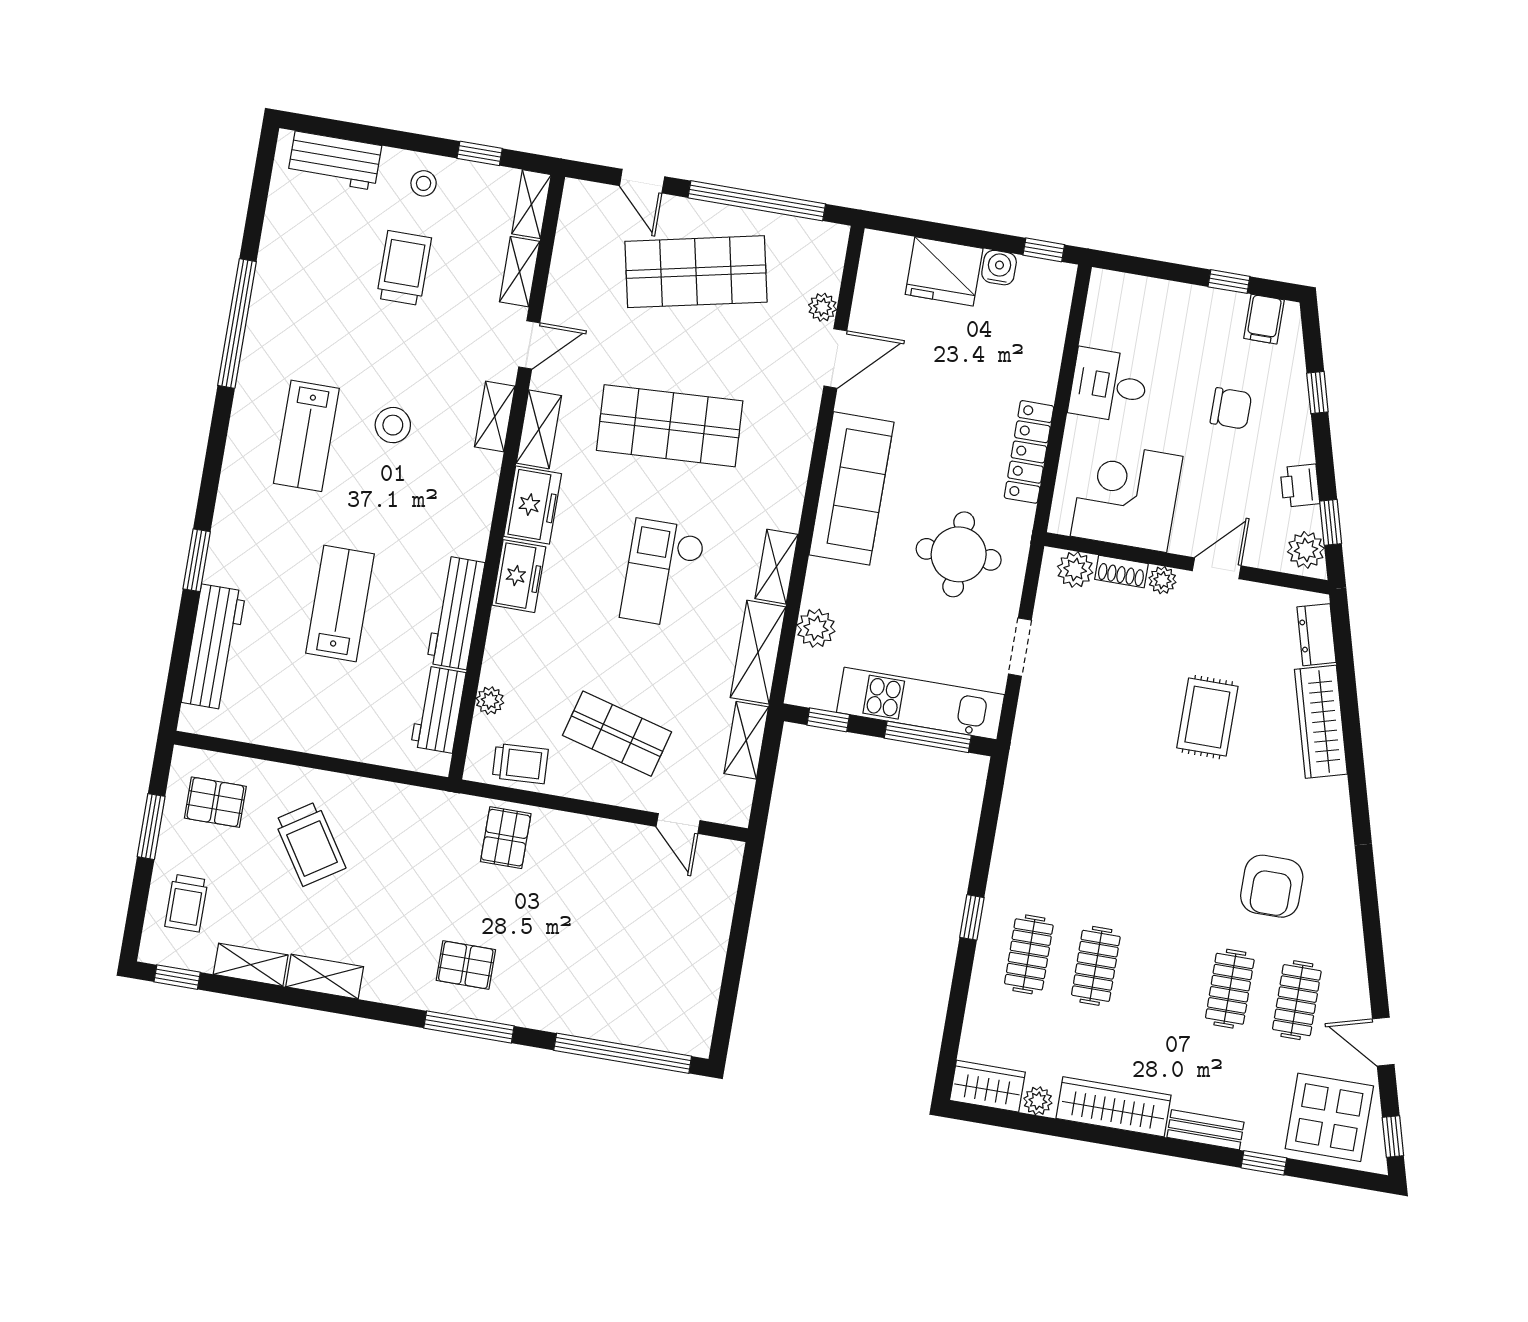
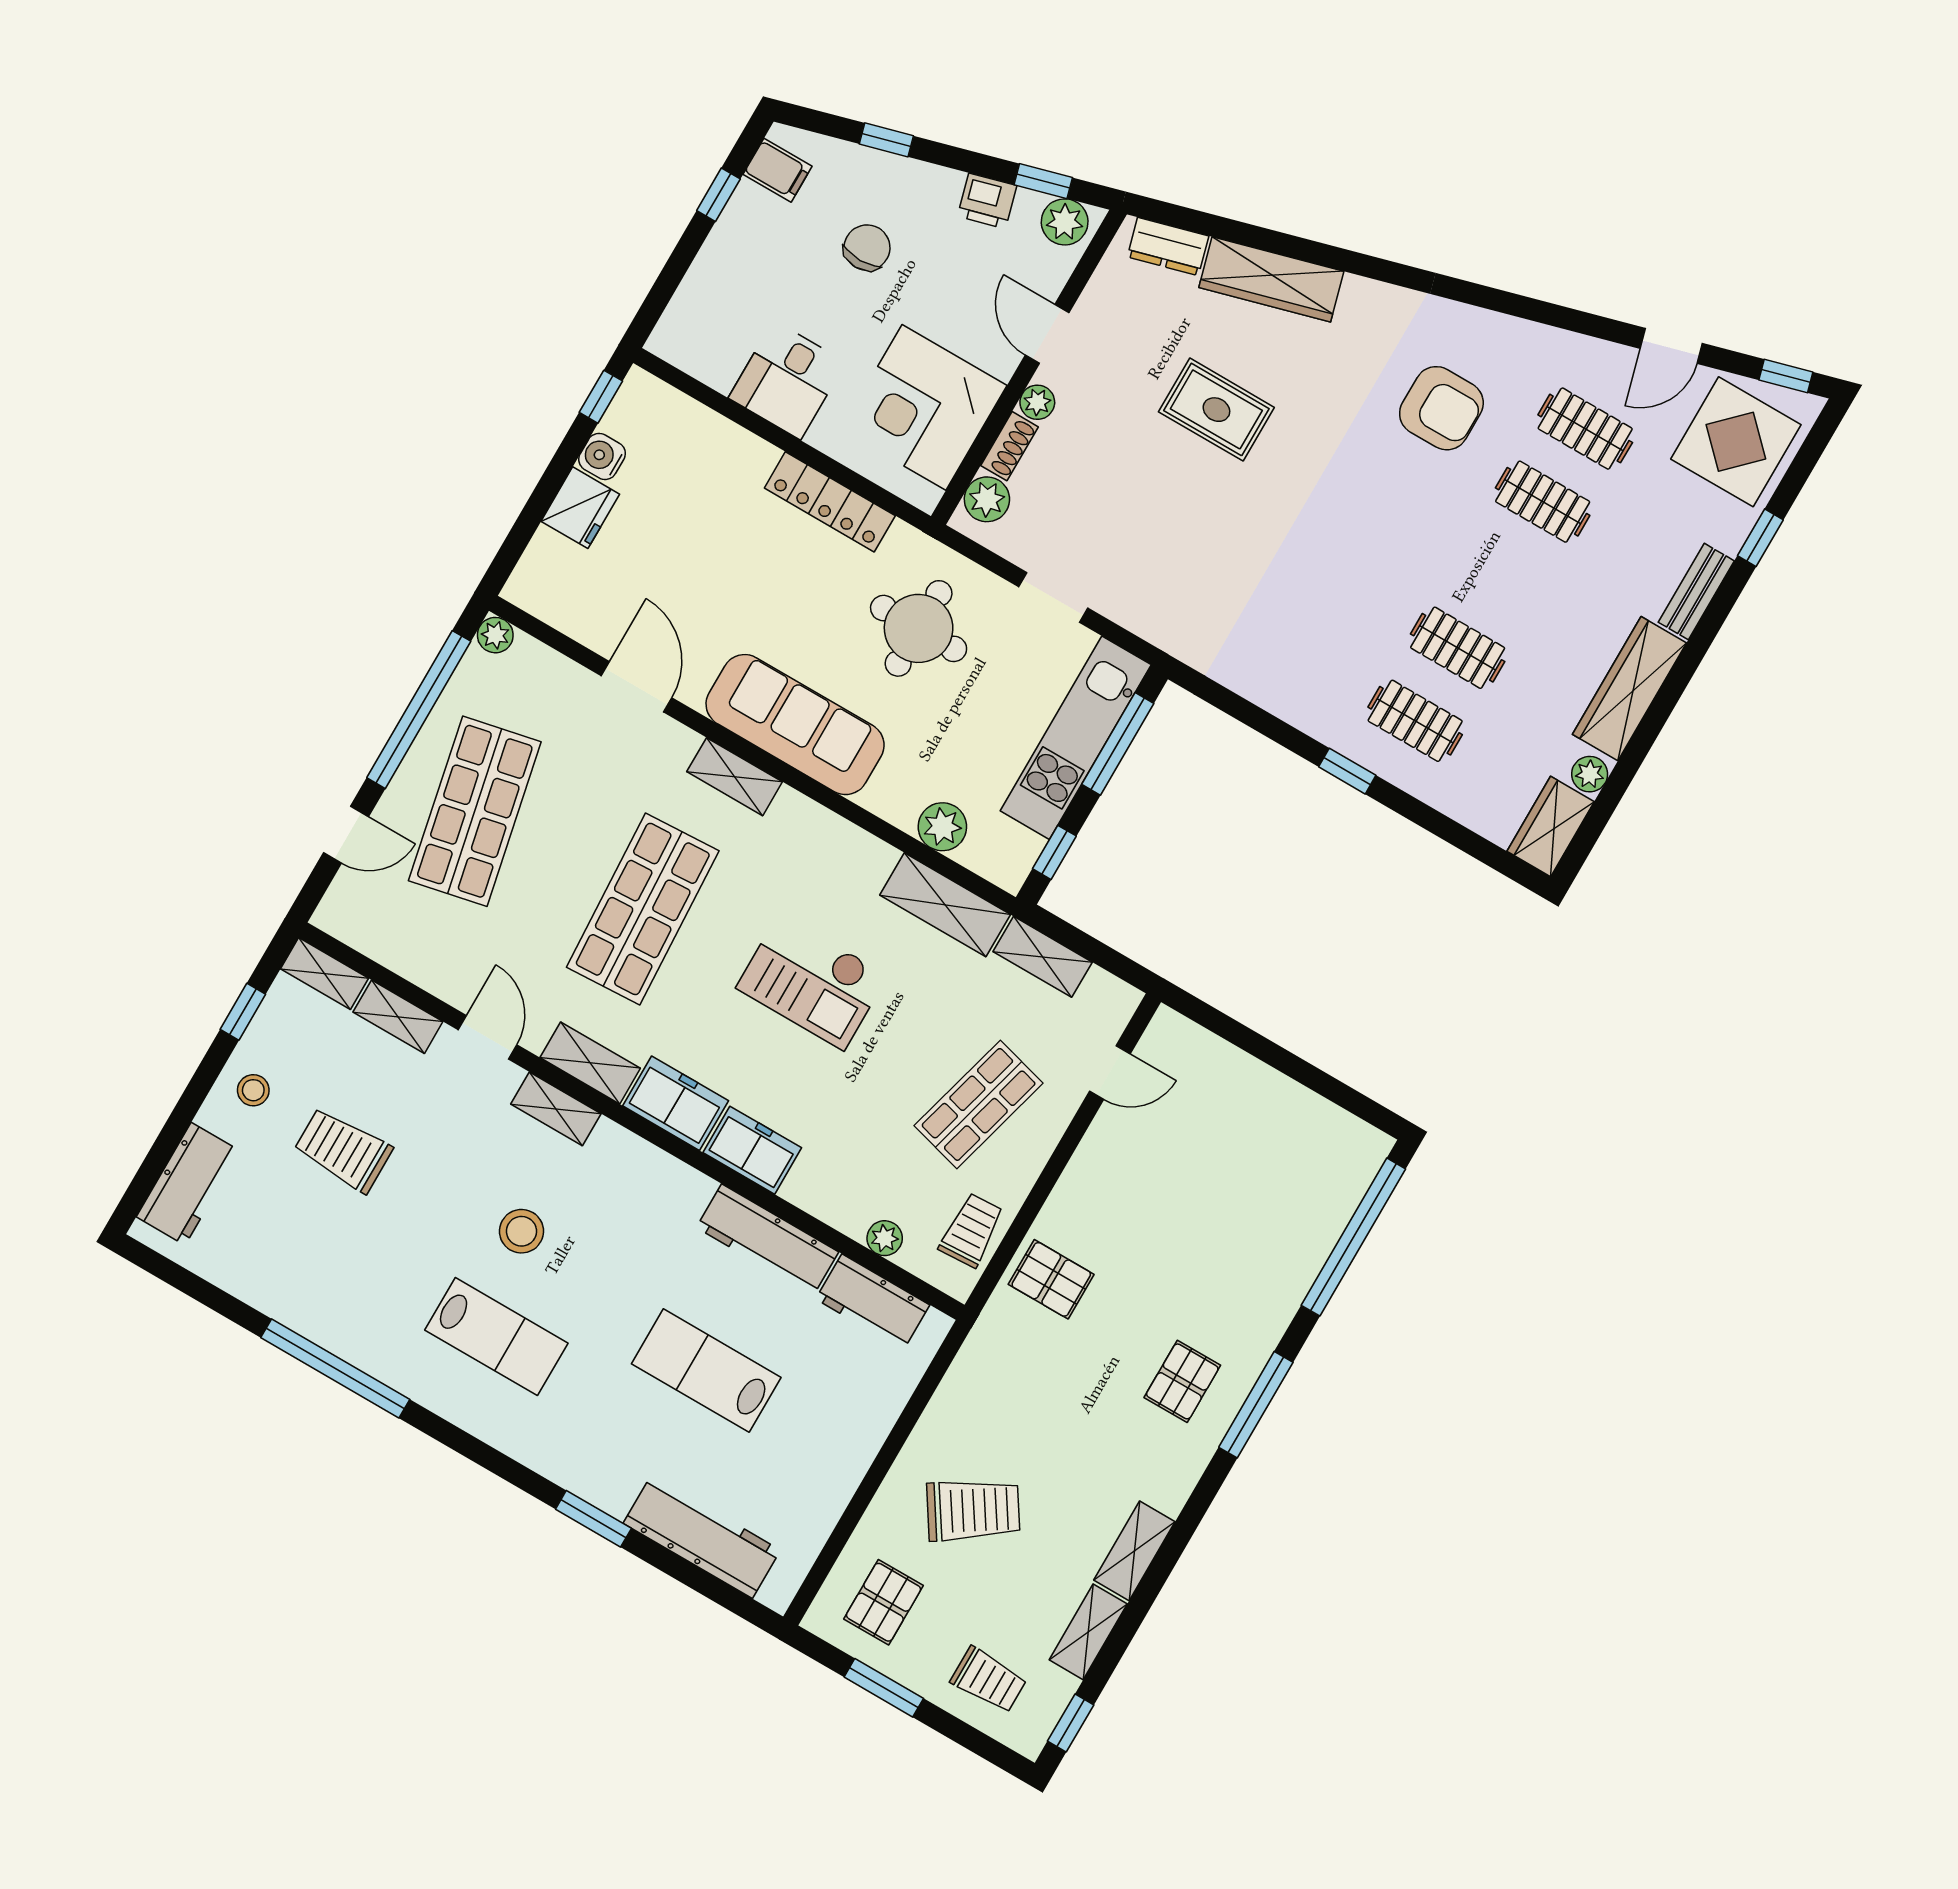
fridge: (944, 271) -> (580, 508), width x0.73, depth x0.75
plant: (822, 307) -> (495, 635), moved
shelving: (777, 567) -> (735, 777), moved

